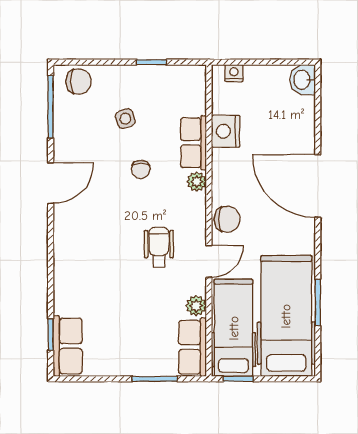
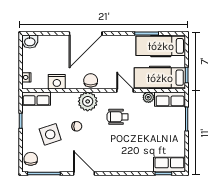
side table: (125, 119) -> (50, 134), width x1.87, depth x1.87
row of seats: (194, 143) -> (36, 99), moved
plant: (197, 182) -> (88, 101), width x1.87, depth x1.87
chair: (227, 219) -> (91, 80), moved
hospital bed: (286, 316) -> (161, 46), width x0.73, depth x0.78

